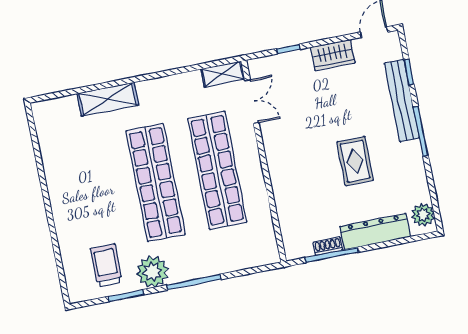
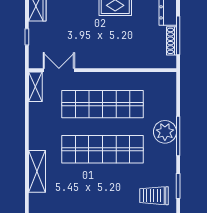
shoe rack: (328, 246) -> (172, 41), width x1.43
plant: (152, 272) -> (165, 132), moved

